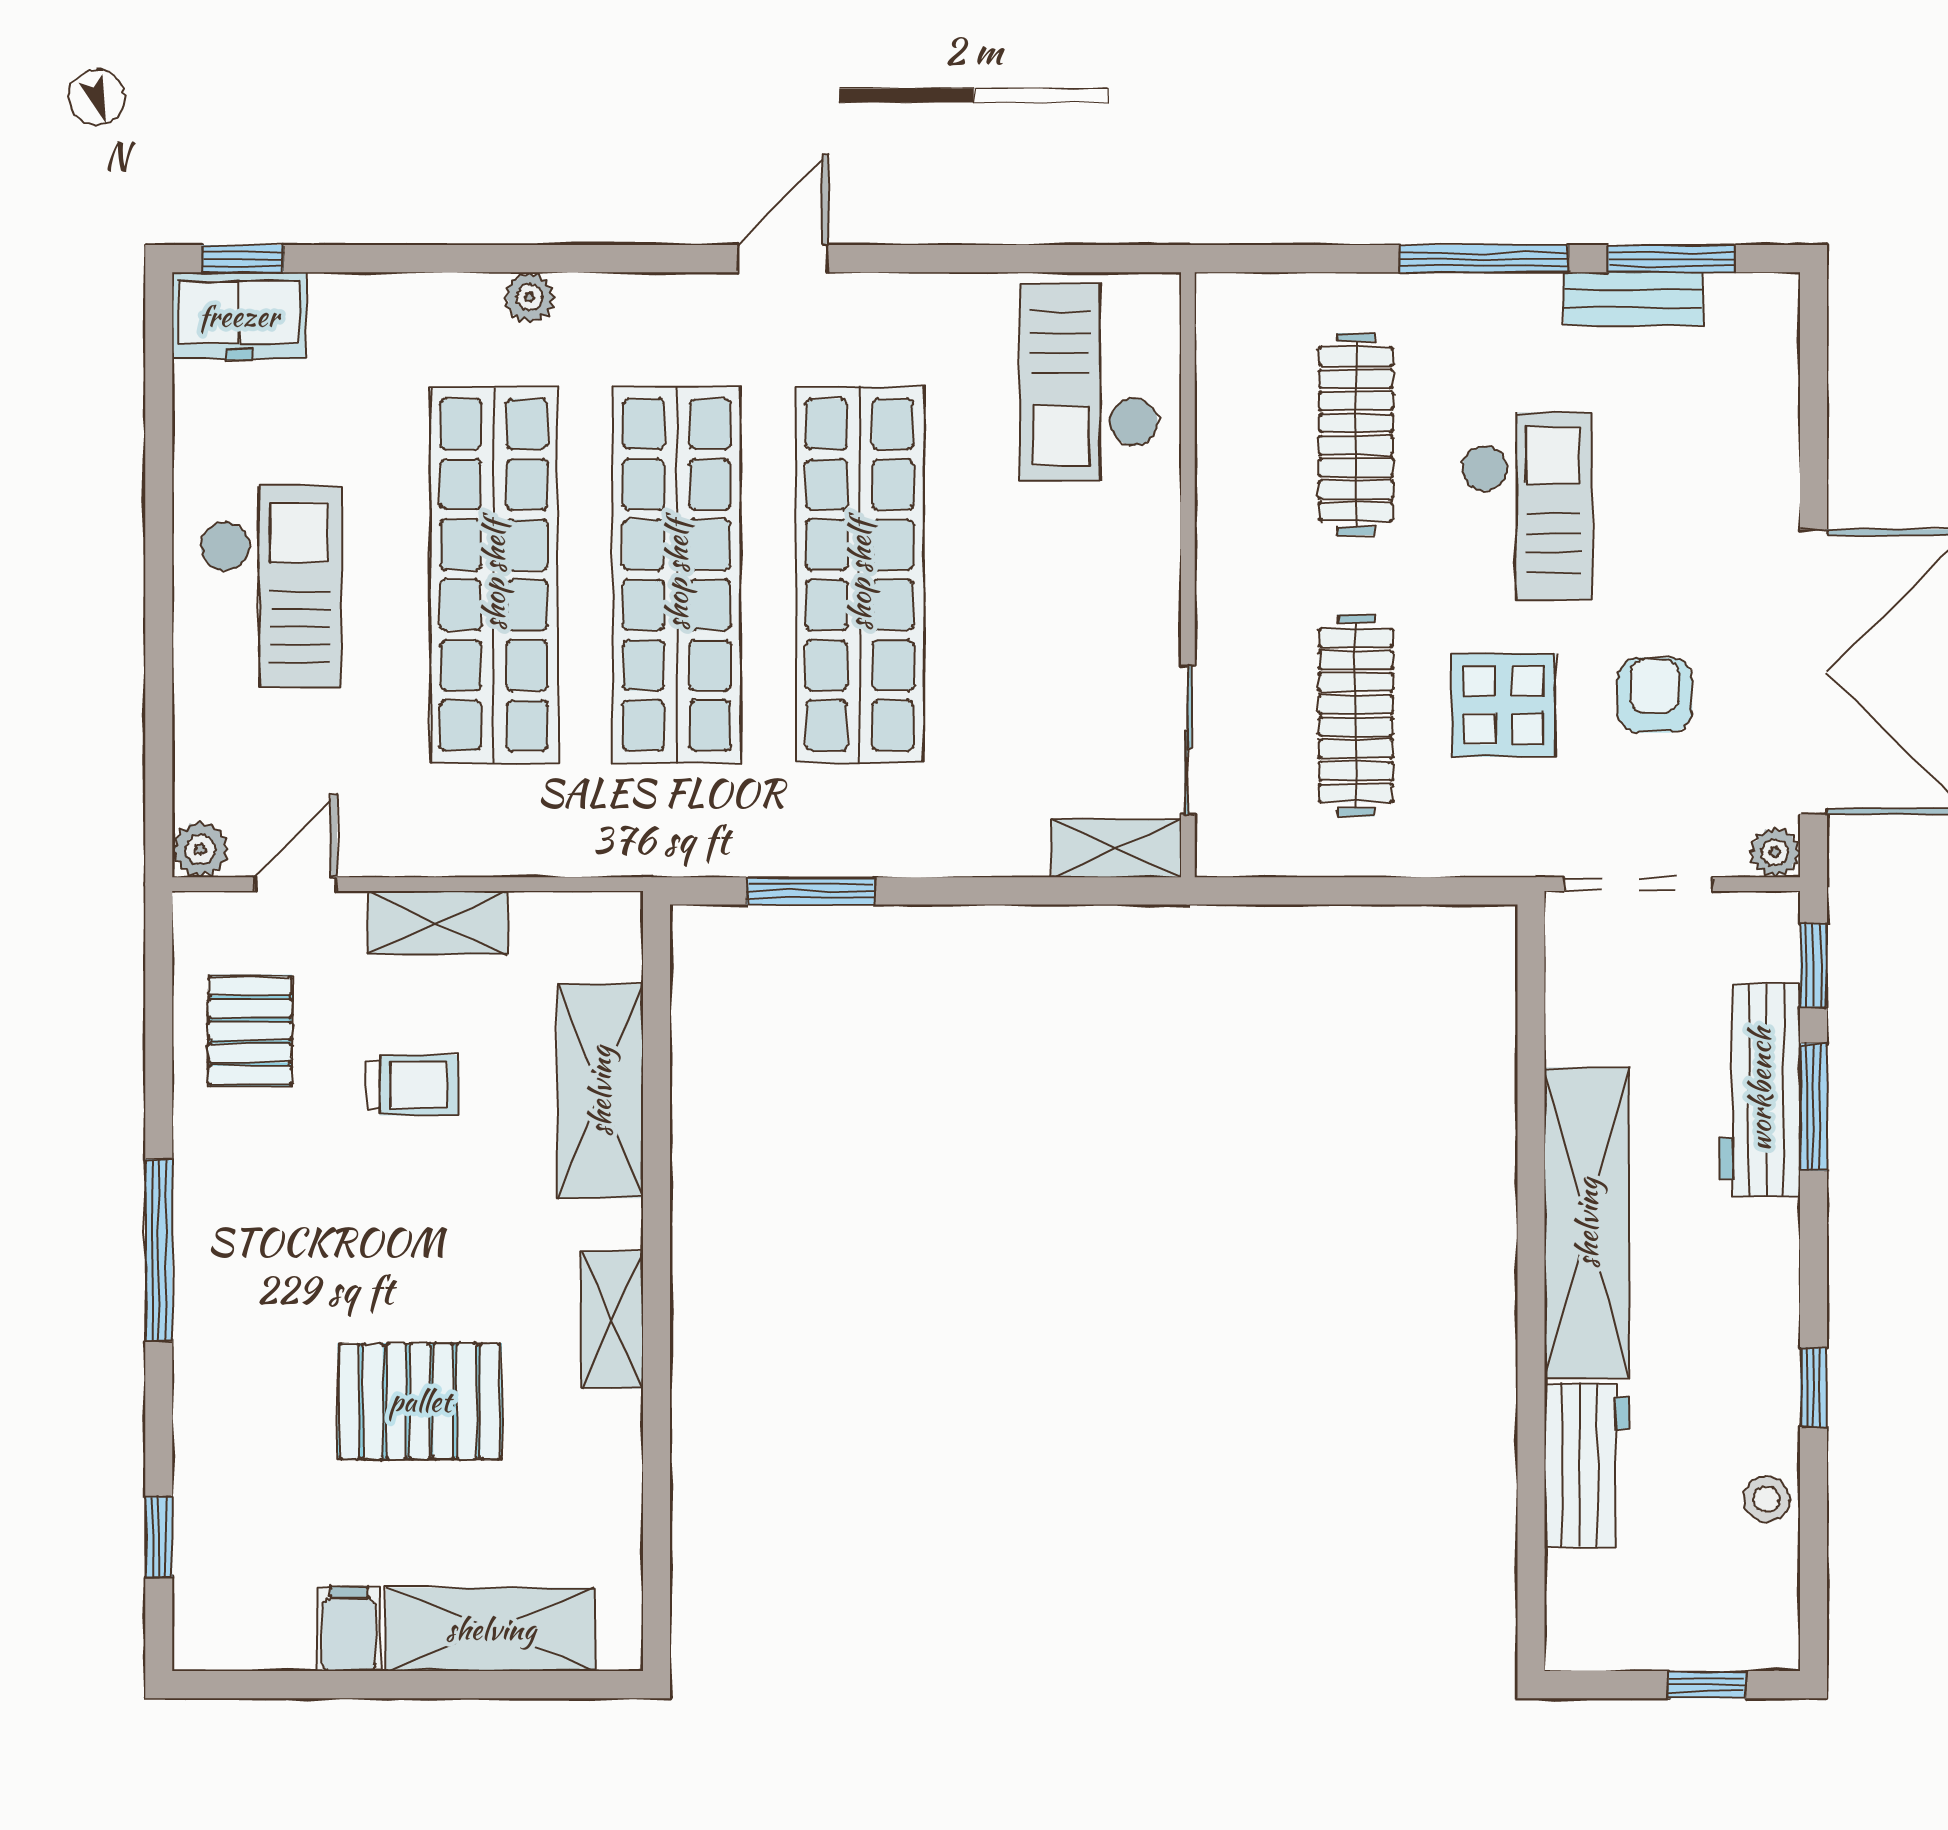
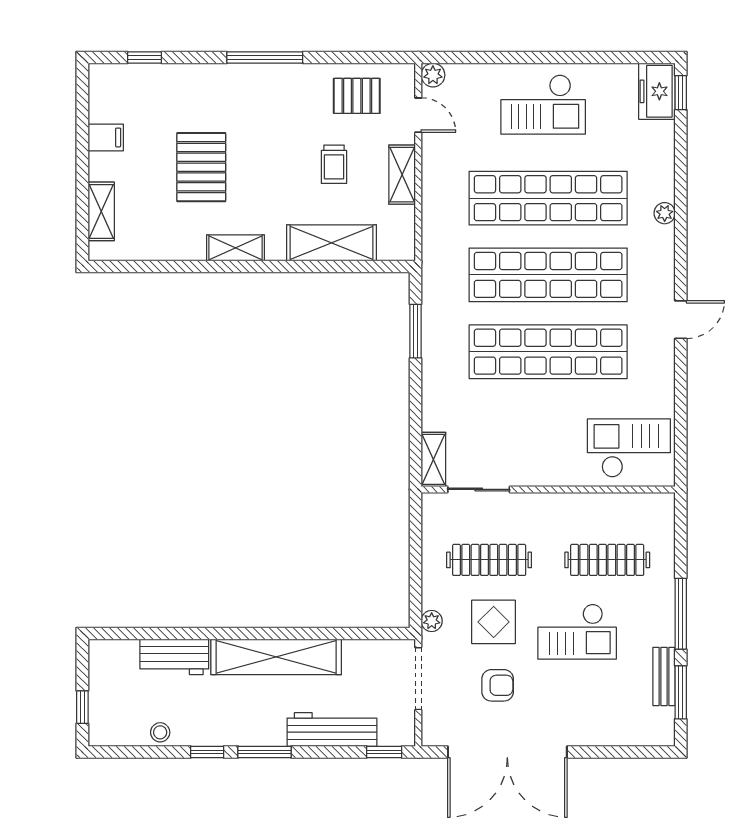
door: (783, 259) -> (681, 320), hinge flipped
plant: (1775, 852) -> (432, 621), moved
window: (1813, 1107) -> (265, 752), moved
shelving: (491, 1629) -> (101, 211), width x0.67, depth x0.75

